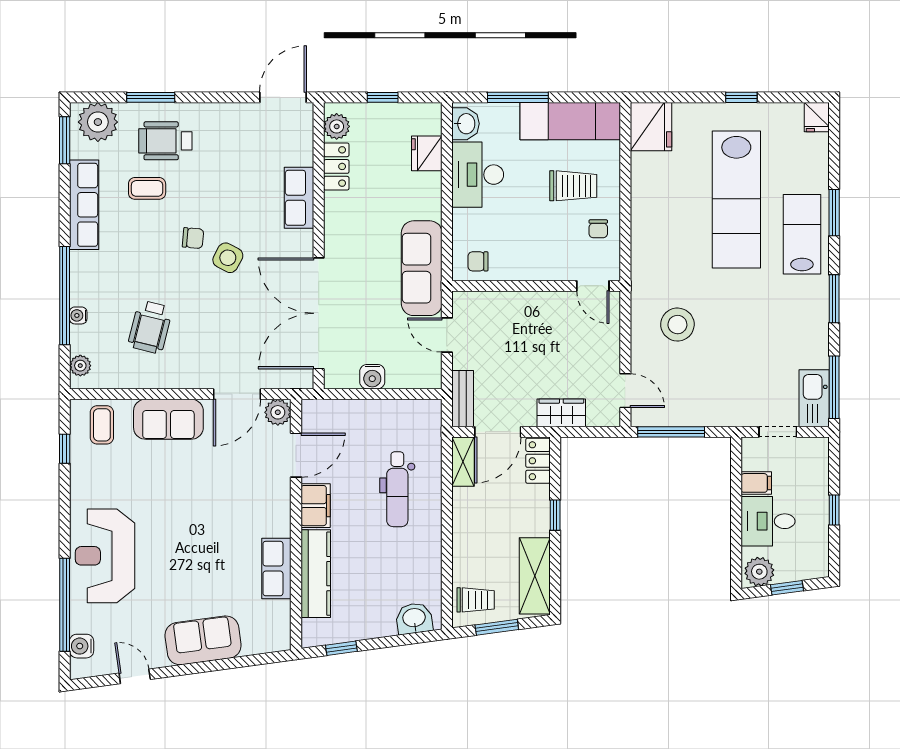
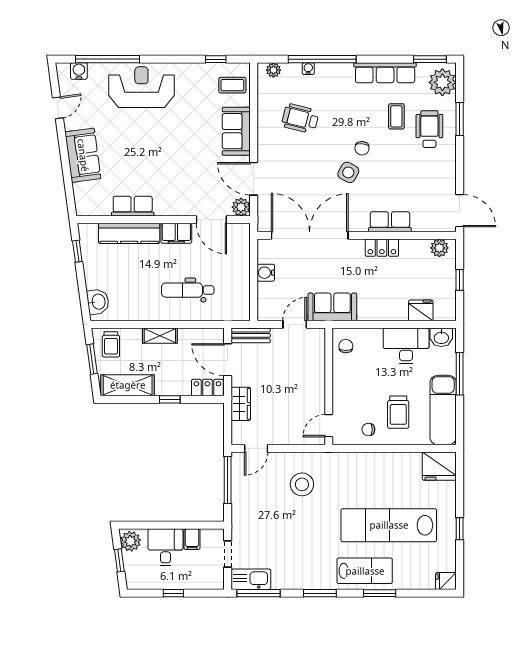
locker: (336, 166) -> (382, 248), moved
sofa: (422, 268) -> (332, 307), width x0.73
shelving: (463, 462) -> (160, 336), moved

